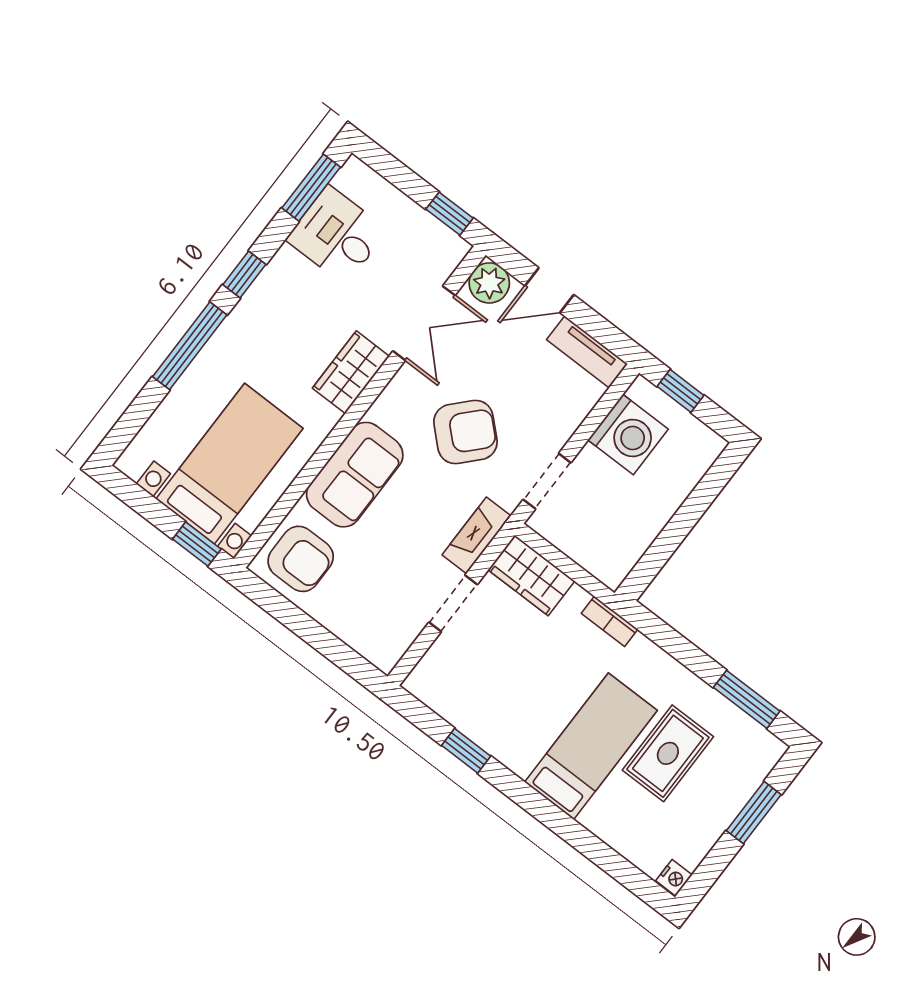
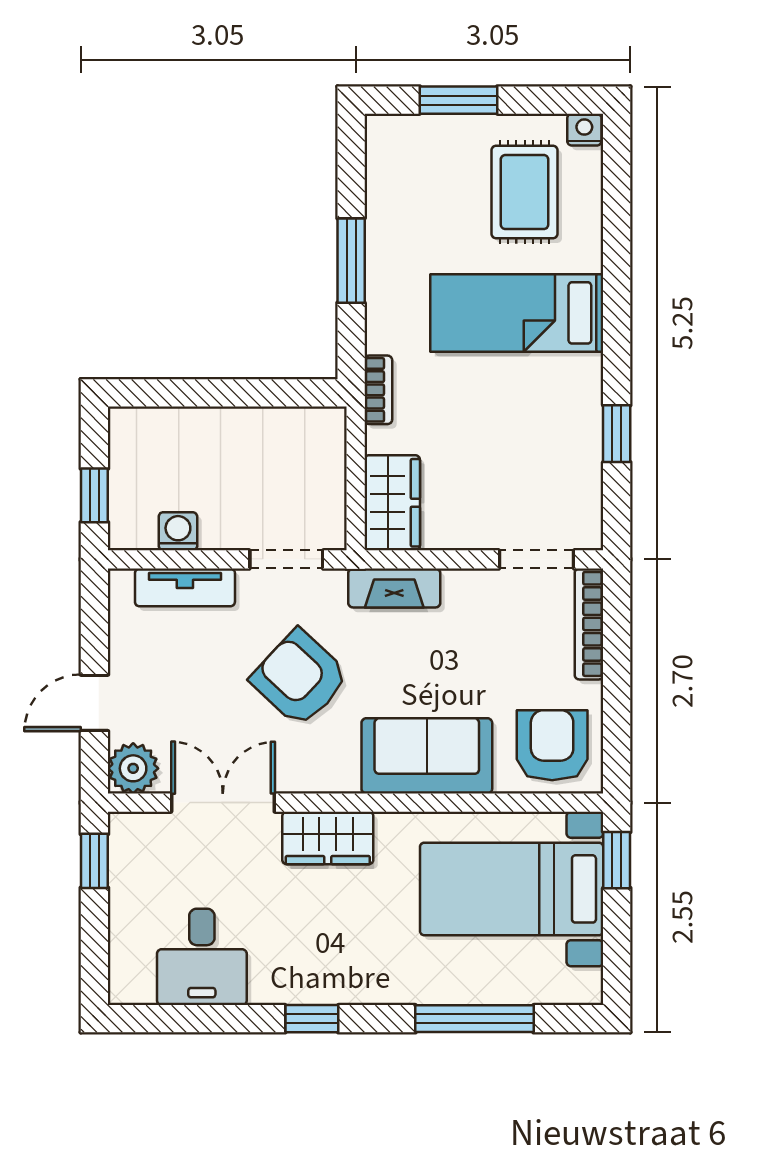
window: (311, 188) -> (174, 1019), removed
door: (549, 290) -> (94, 703), swing flipped
window: (190, 346) -> (474, 1019), moved
tv unit: (587, 352) -> (185, 587), moved, turned 90
washing machine: (628, 435) -> (178, 531), width x0.53, depth x0.53
doorway: (453, 603) -> (536, 559), moved
bookcase: (359, 641) -> (589, 624), added
window: (747, 699) -> (351, 261), moved
rug: (668, 753) -> (525, 192), moved, turned 90

